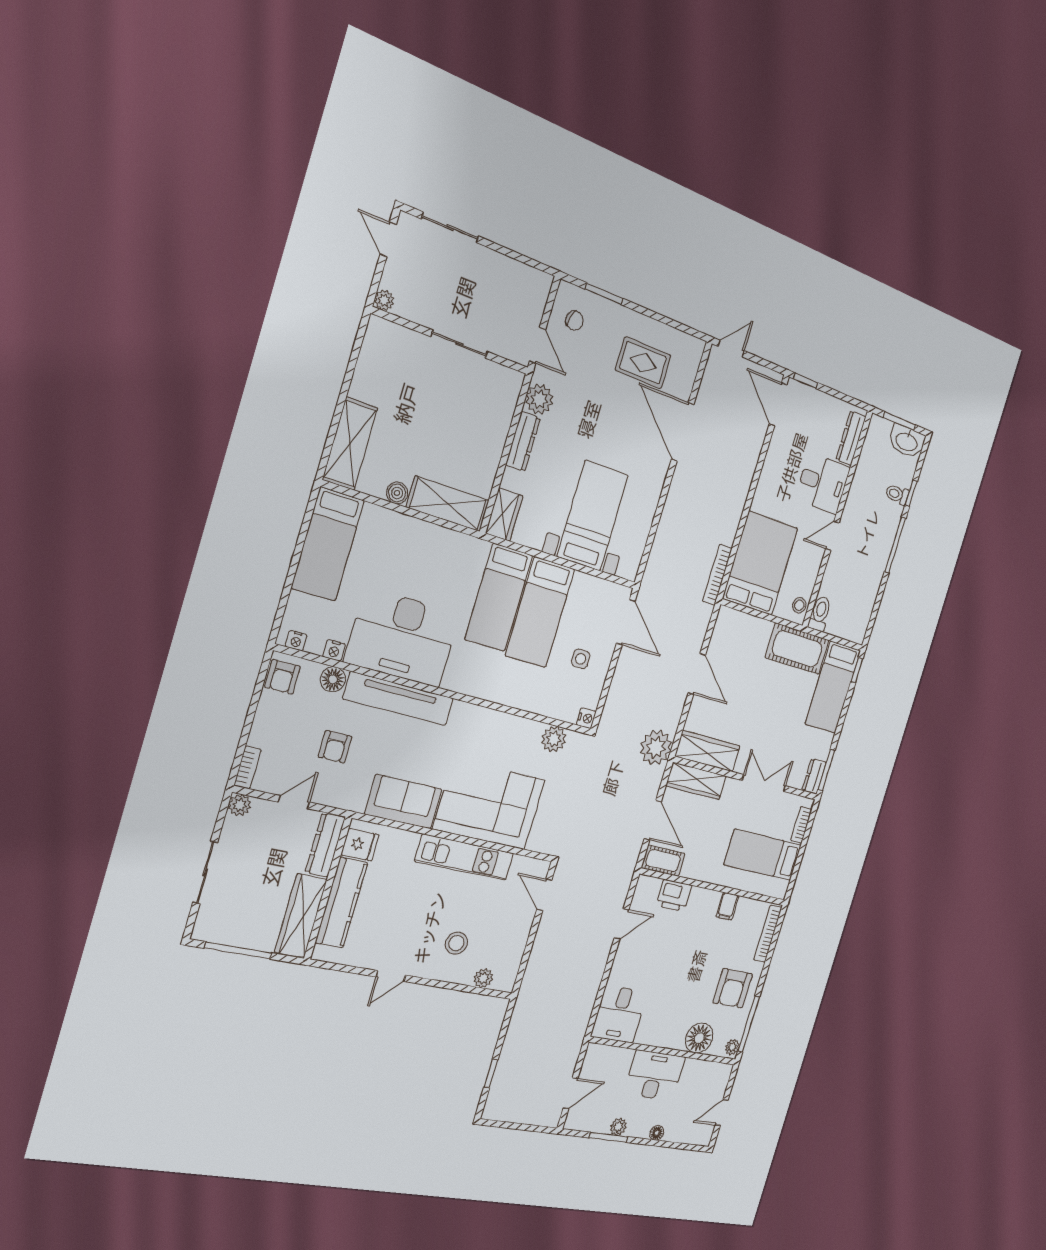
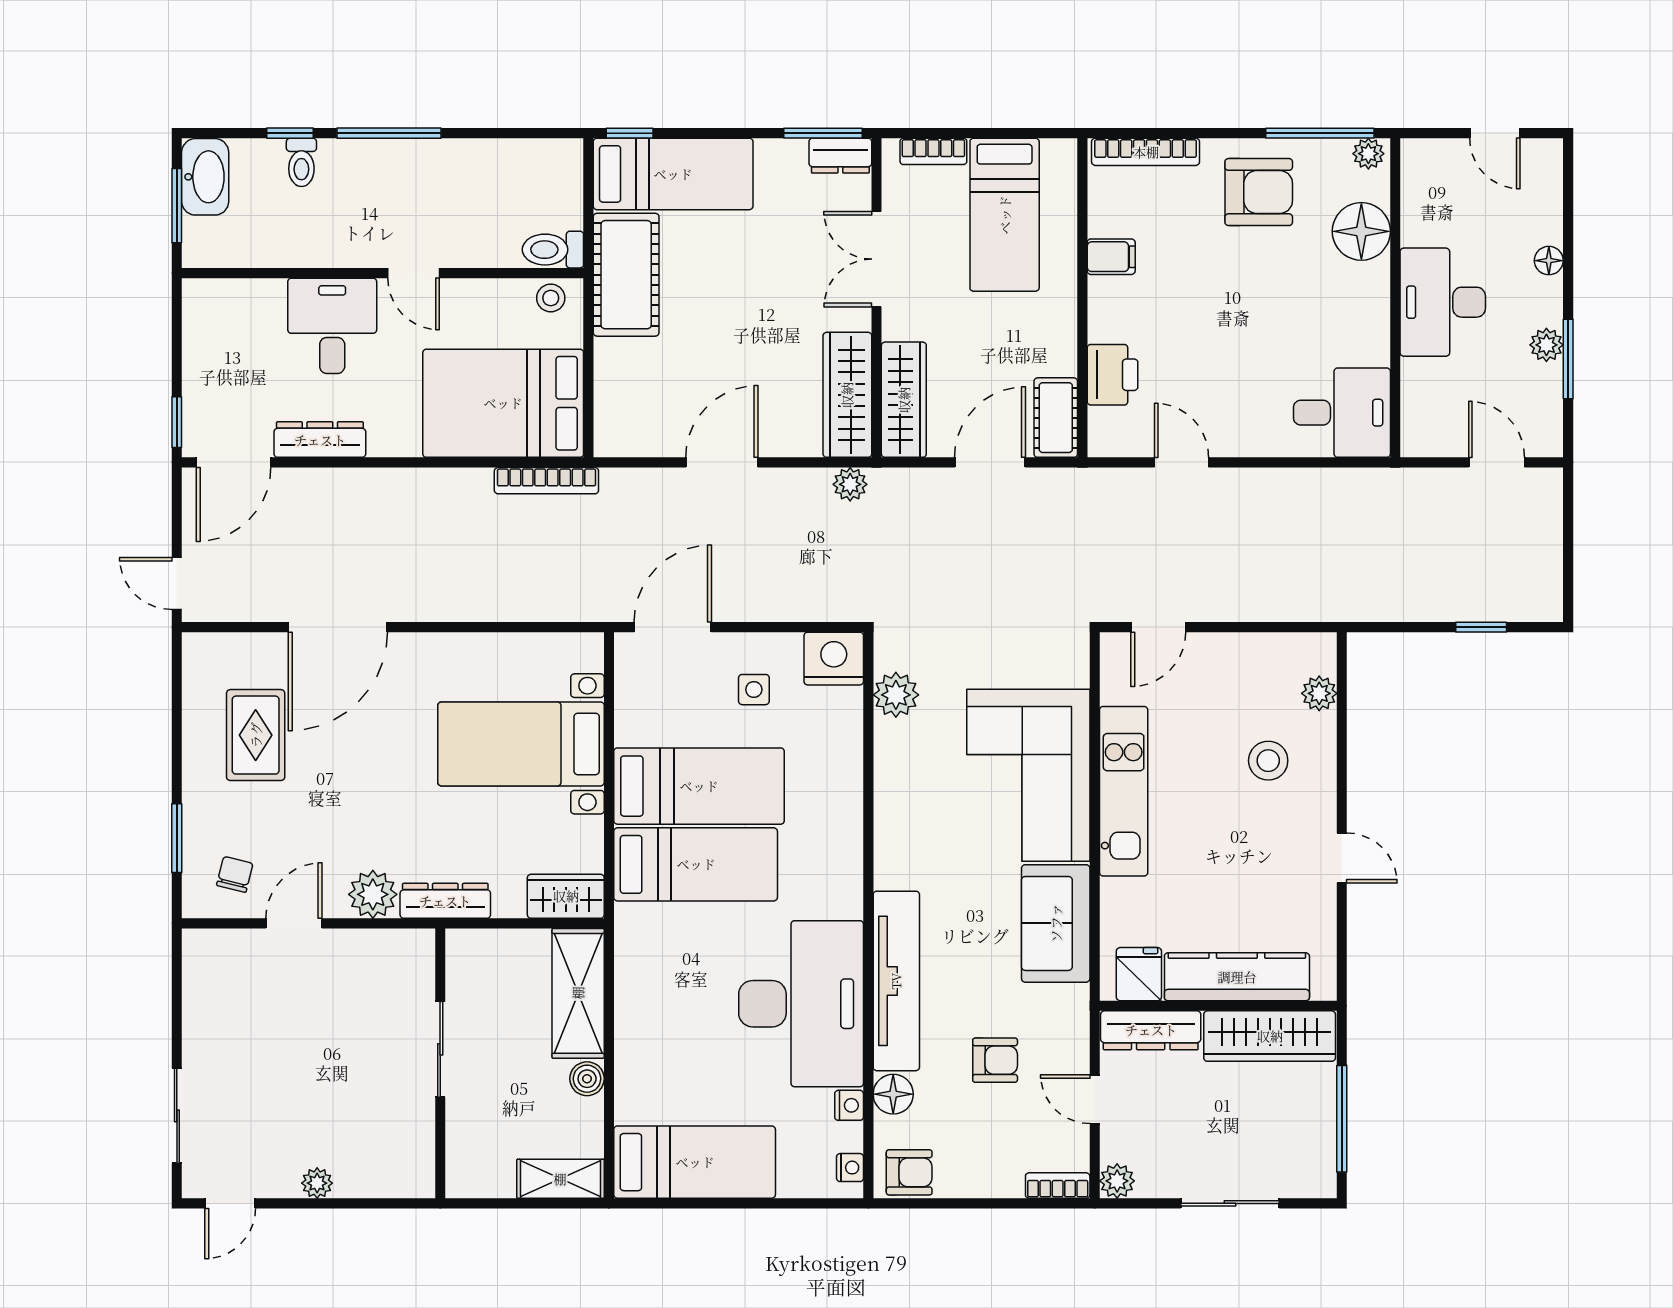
wall: (451, 341) -> (440, 1063), moved
sliding door: (459, 344) -> (440, 1049), moved
dresser: (851, 438) -> (320, 440), moved, turned 180
shelving: (350, 444) -> (560, 1179), width x0.67, depth x0.75
nightstand: (586, 718) -> (834, 659), width x1.89, depth x1.79
plant: (656, 747) -> (850, 484), width x0.53, depth x0.53

